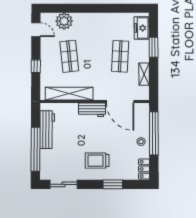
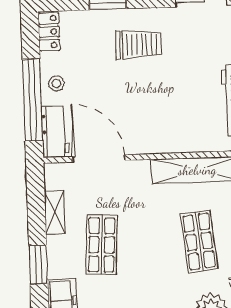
workbench: (92, 110) -> (55, 132), moved, turned 90

